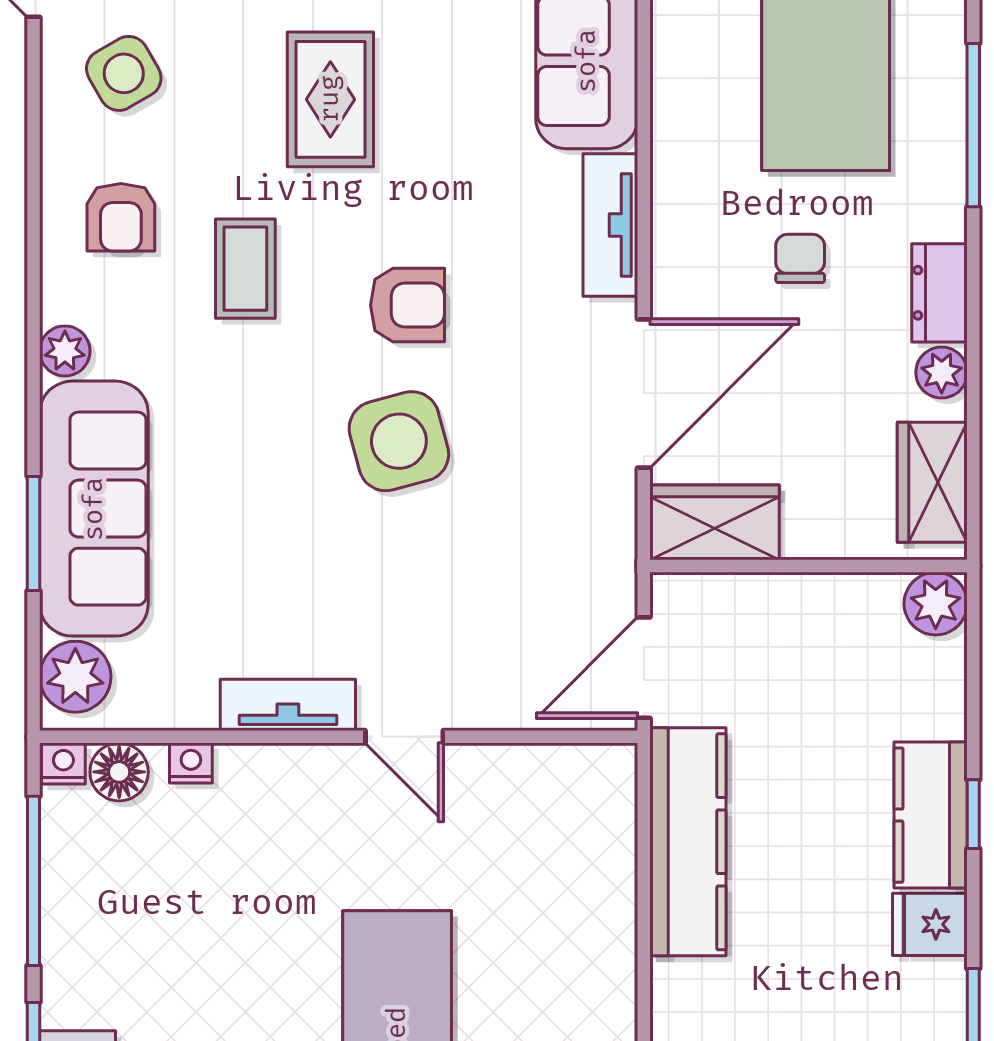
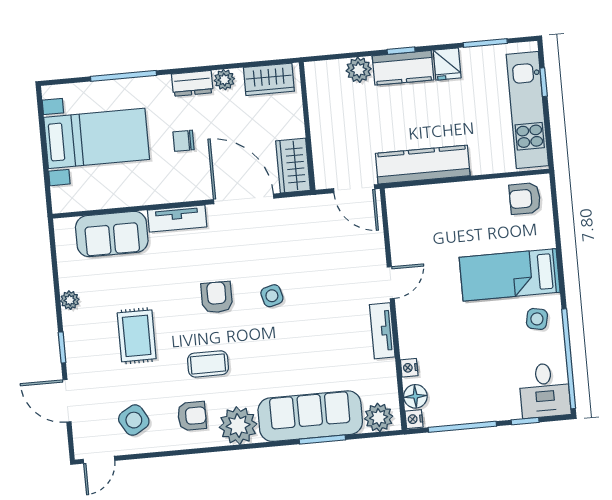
rug: (330, 99) -> (137, 336), turned 90
plant: (65, 351) -> (238, 426), width x1.88, depth x1.88
side table: (399, 441) -> (272, 296), width x0.54, depth x0.54
plant: (936, 604) -> (359, 70), moved

